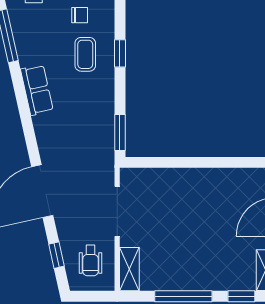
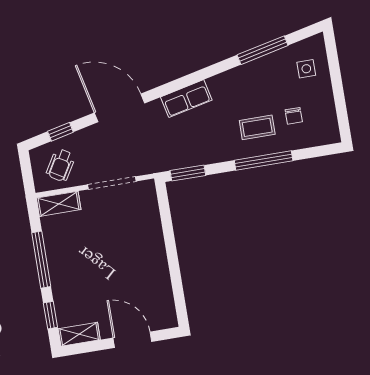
window: (120, 53) -> (264, 160), width x2.17
row of seats: (37, 90) -> (186, 99), moved
wheelchair: (91, 260) -> (61, 165), turned -59

